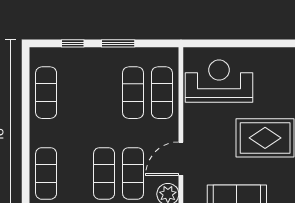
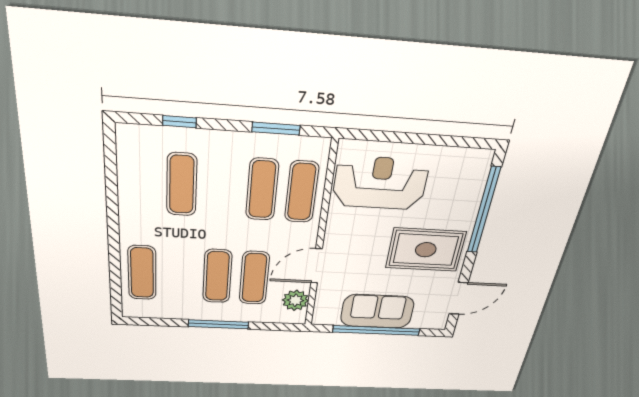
window: (118, 43) -> (276, 129), moved
exercise mat: (46, 93) -> (182, 185), moved

